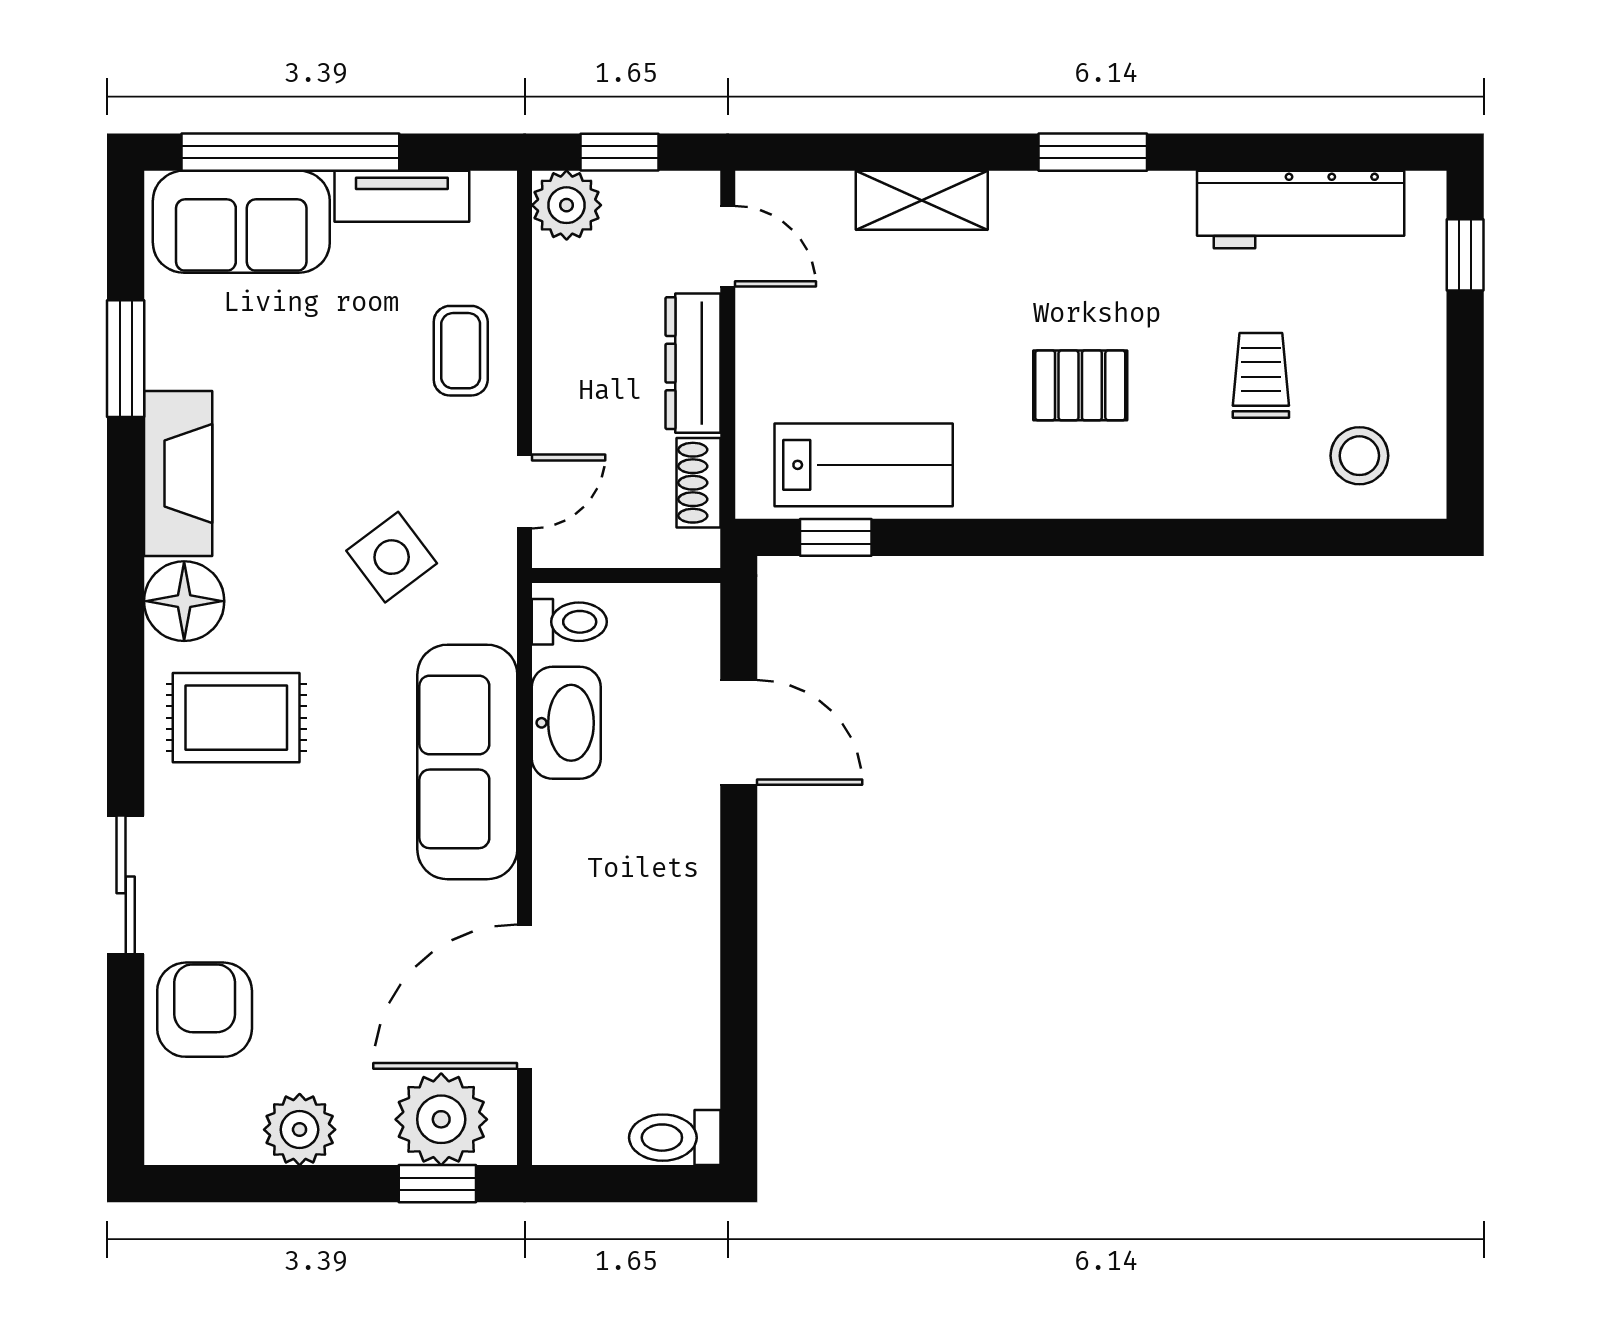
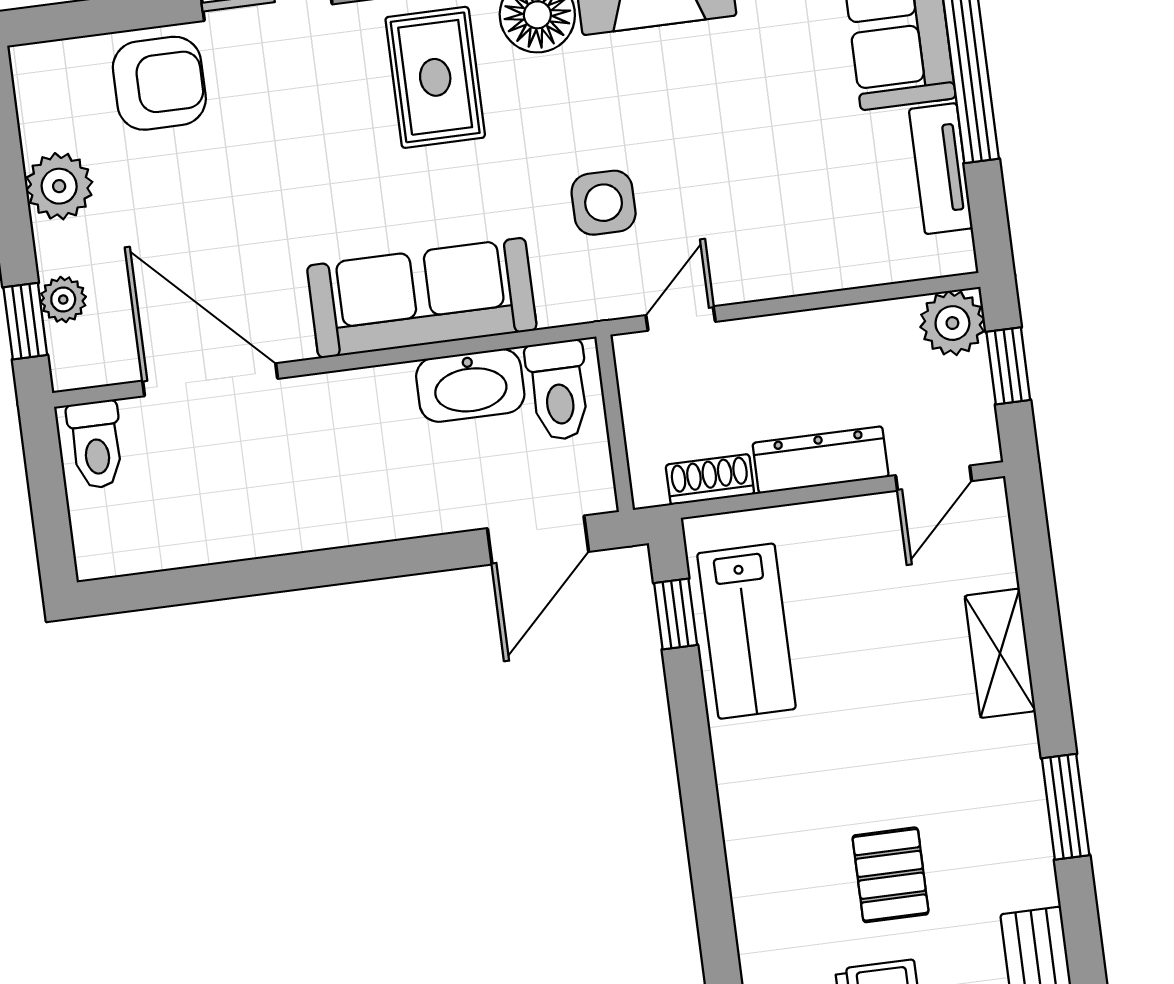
coffee table: (461, 351) -> (804, 242), removed
pallet: (1080, 385) -> (891, 875), moved
door: (525, 492) -> (681, 319), swing flipped
side table: (392, 557) -> (604, 203), turned 37
toilet: (569, 622) -> (559, 390), width x1.37, depth x1.39
door: (739, 732) -> (538, 540), moved
plant: (441, 1119) -> (63, 299), width x0.53, depth x0.53
toilet: (675, 1138) -> (96, 445), moved, turned 180

